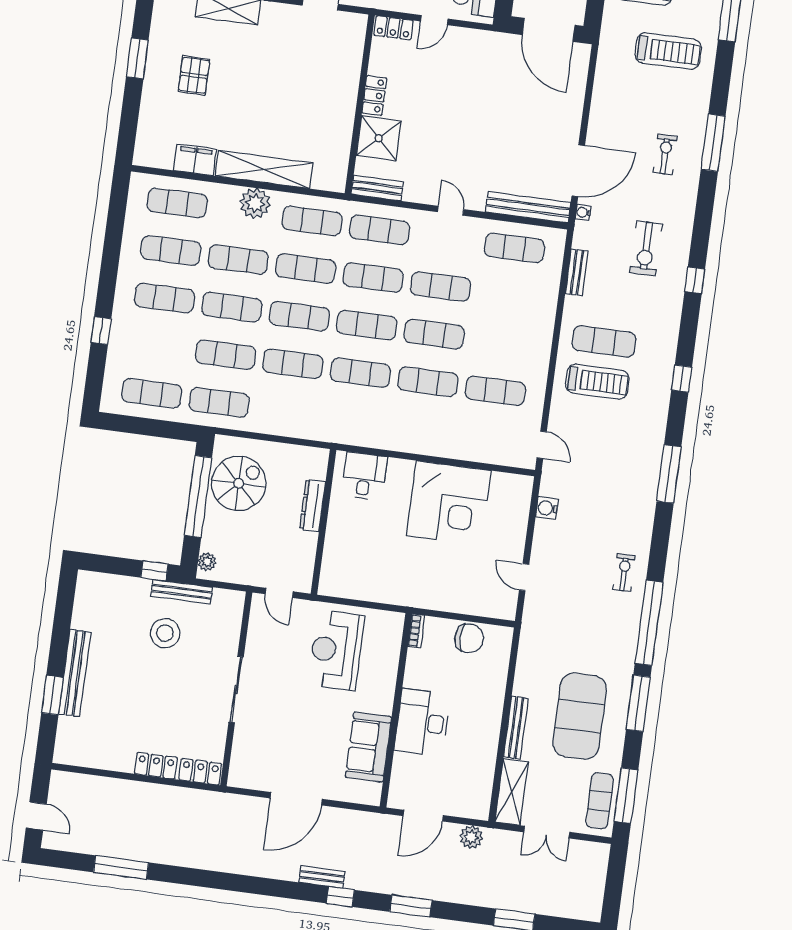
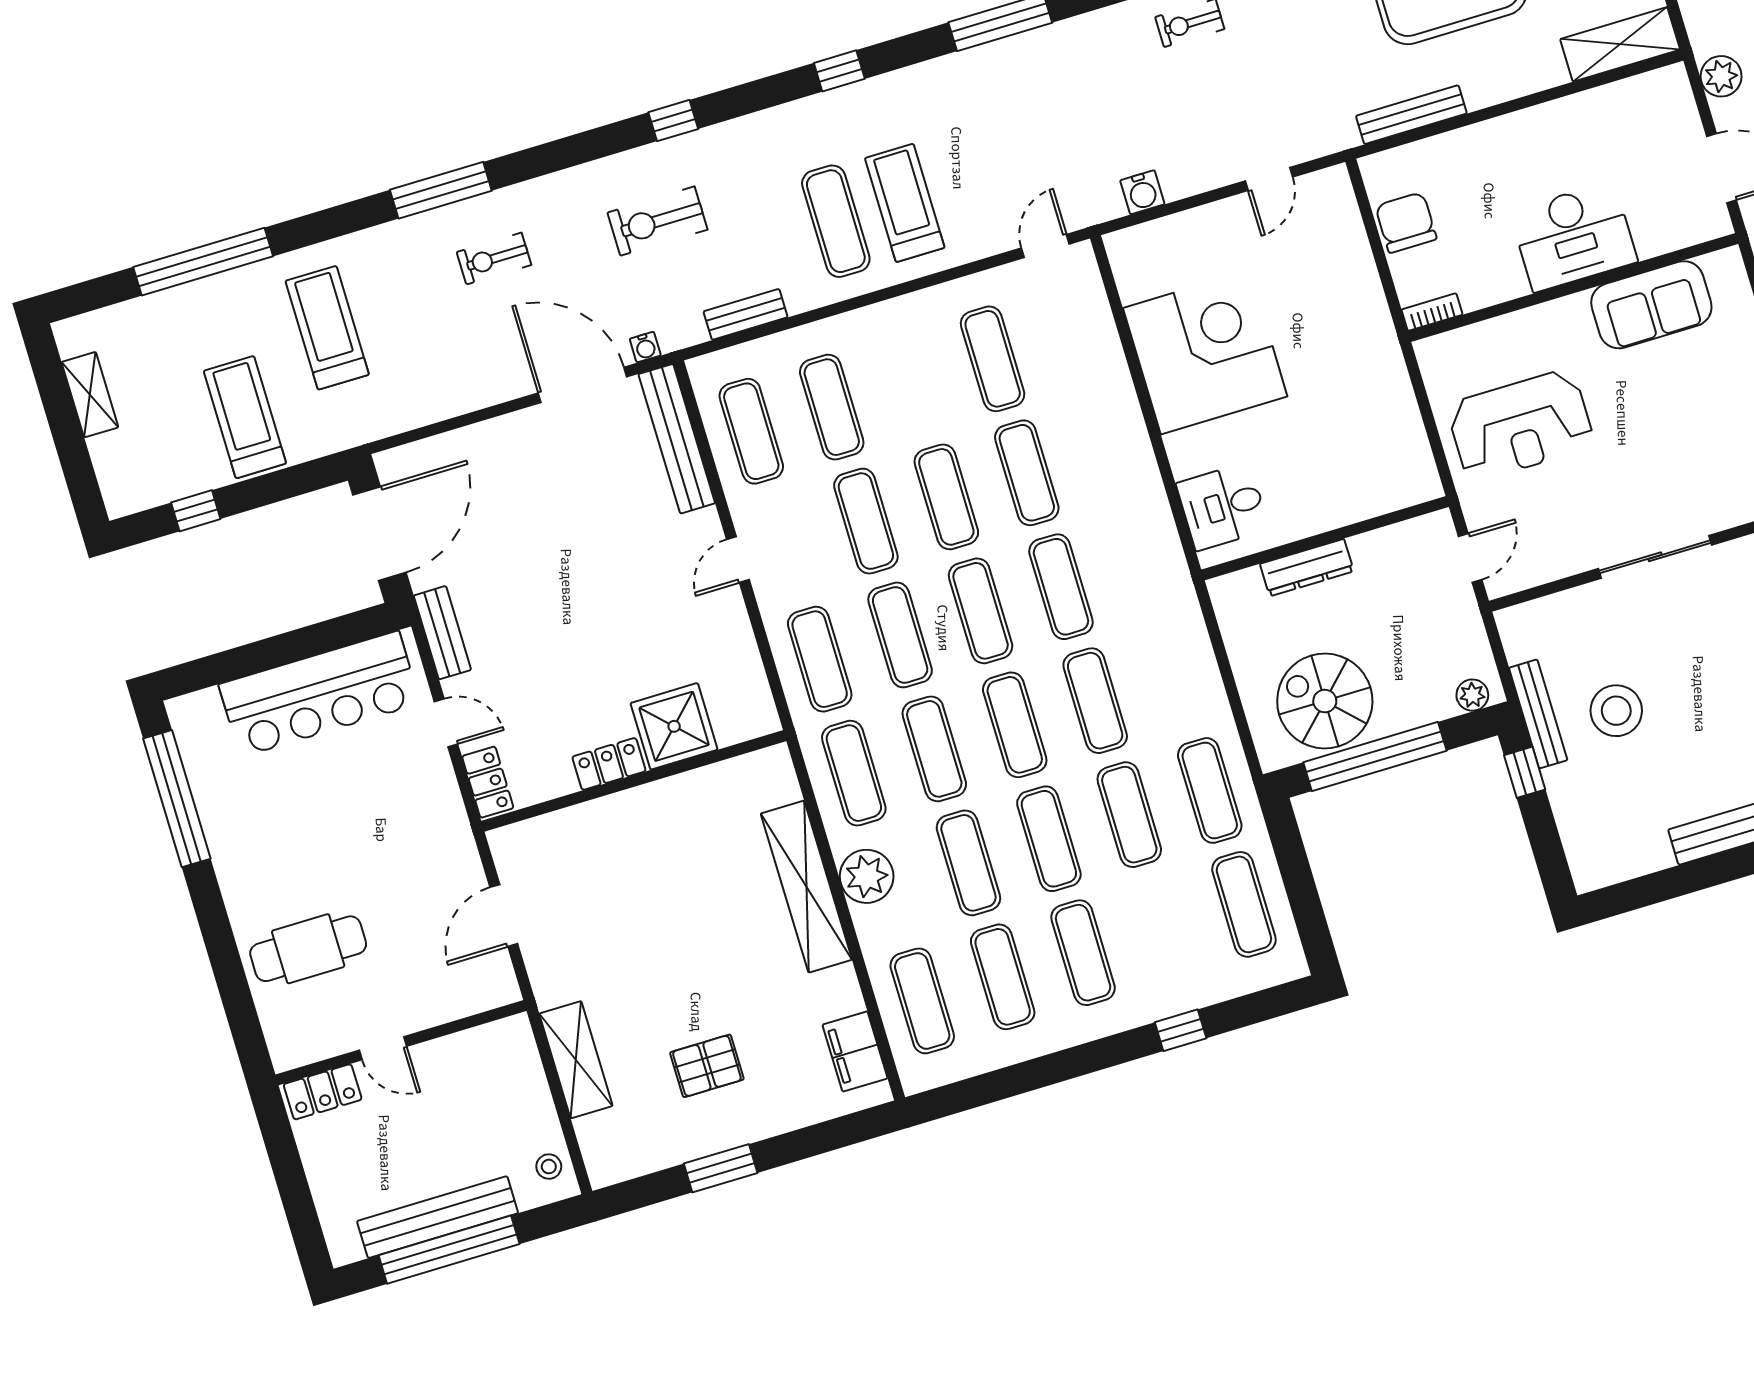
filing cabinet: (195, 160) -> (855, 1051), moved
bench: (377, 188) -> (442, 633), moved
exercise bike: (646, 248) -> (657, 221), turned 180
exercise mat: (508, 295) -> (832, 407), added
bench: (516, 728) -> (1411, 115), moved

